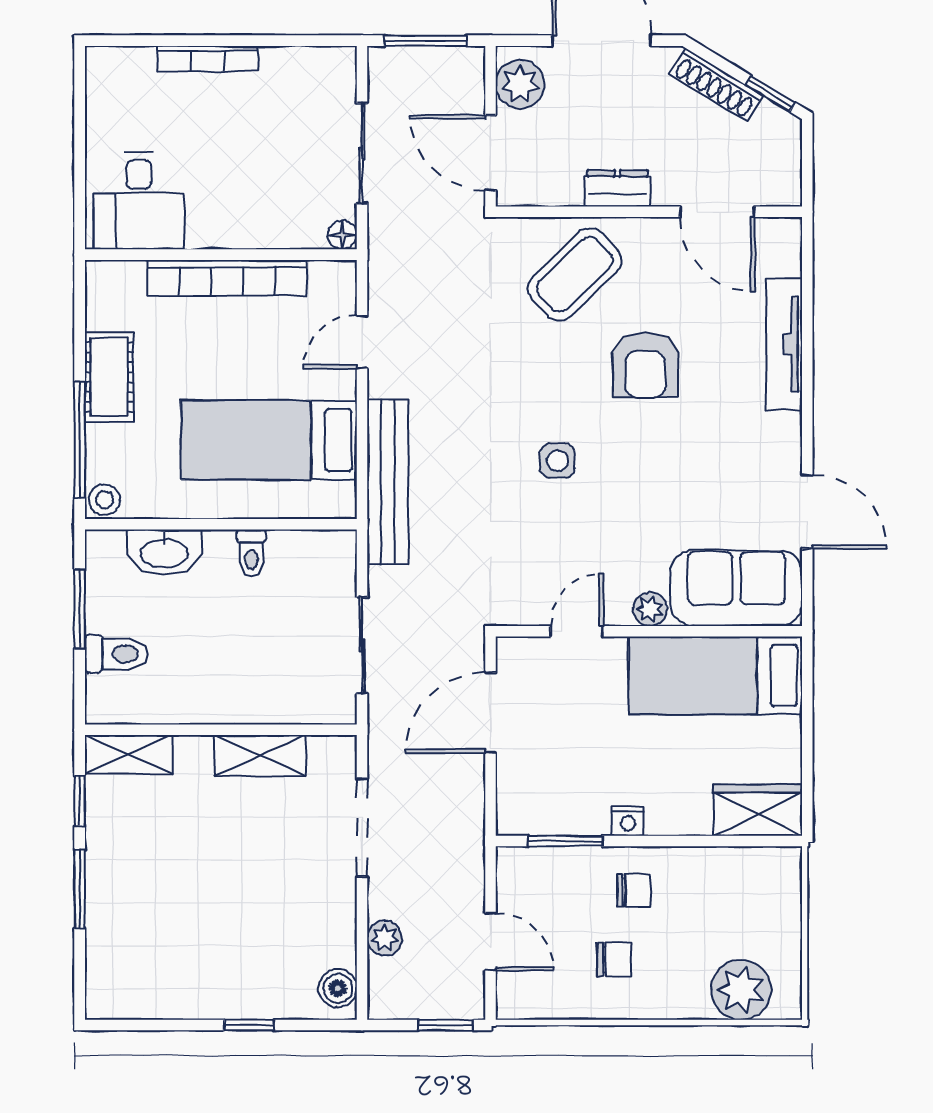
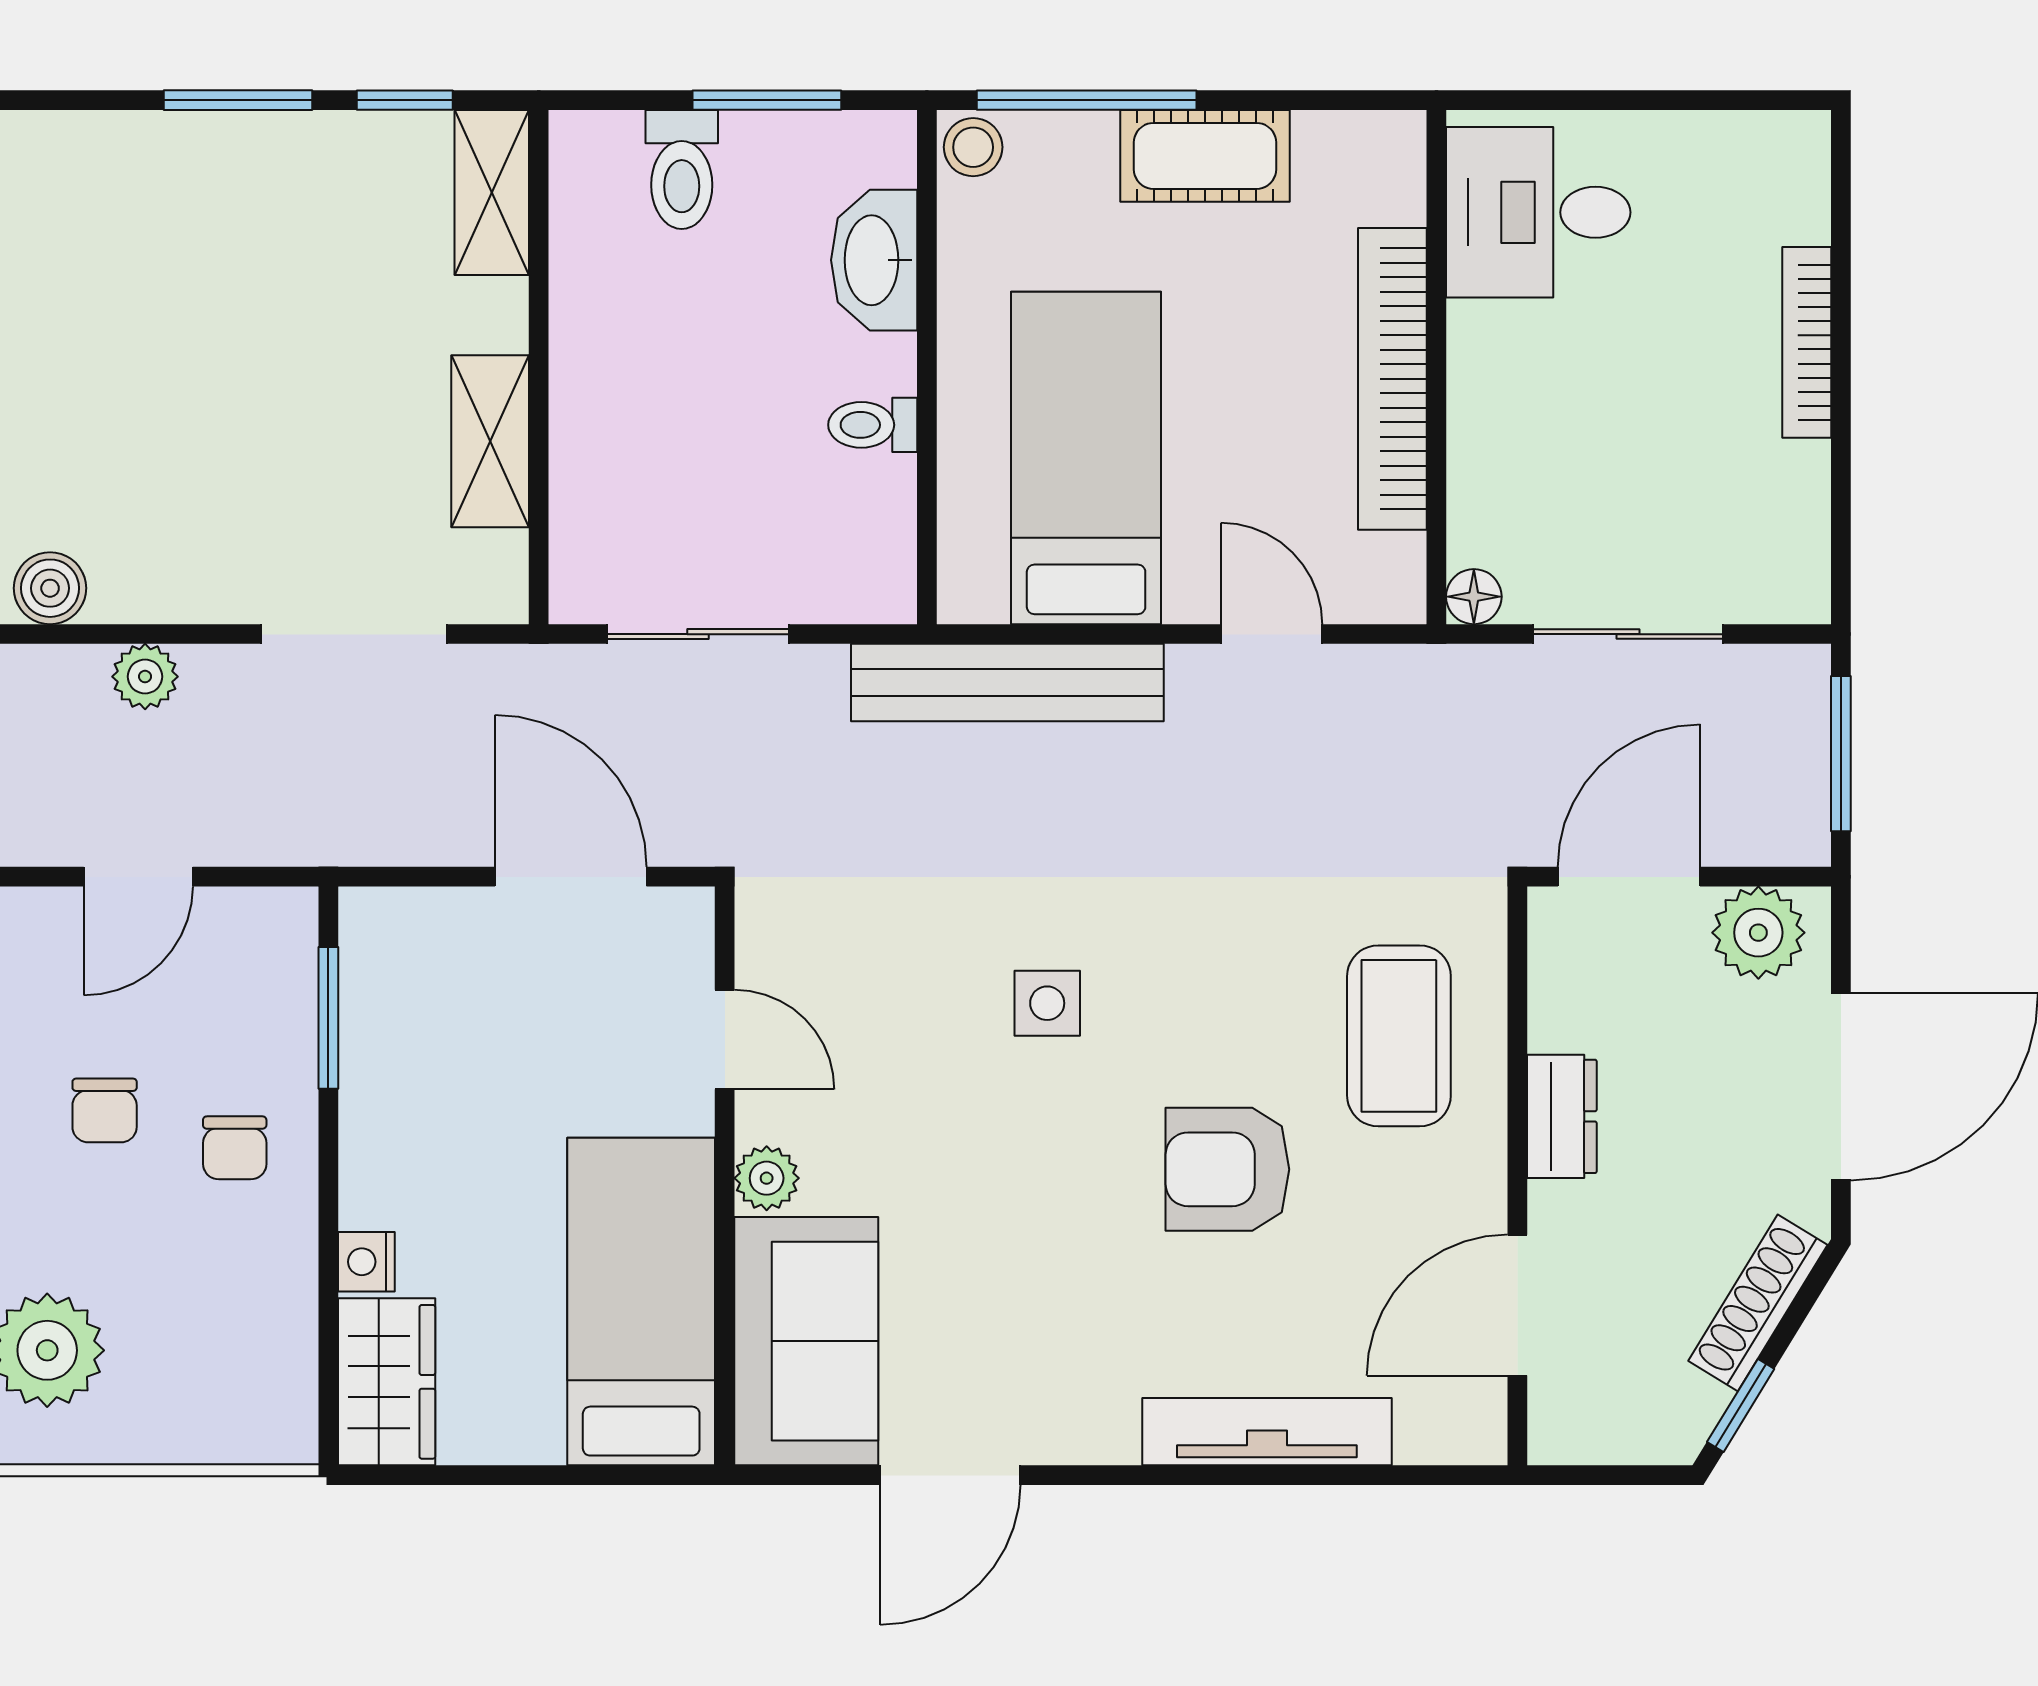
coffee table: (575, 274) -> (1399, 1036), turned 44
nightstand: (628, 821) -> (366, 1262), moved

